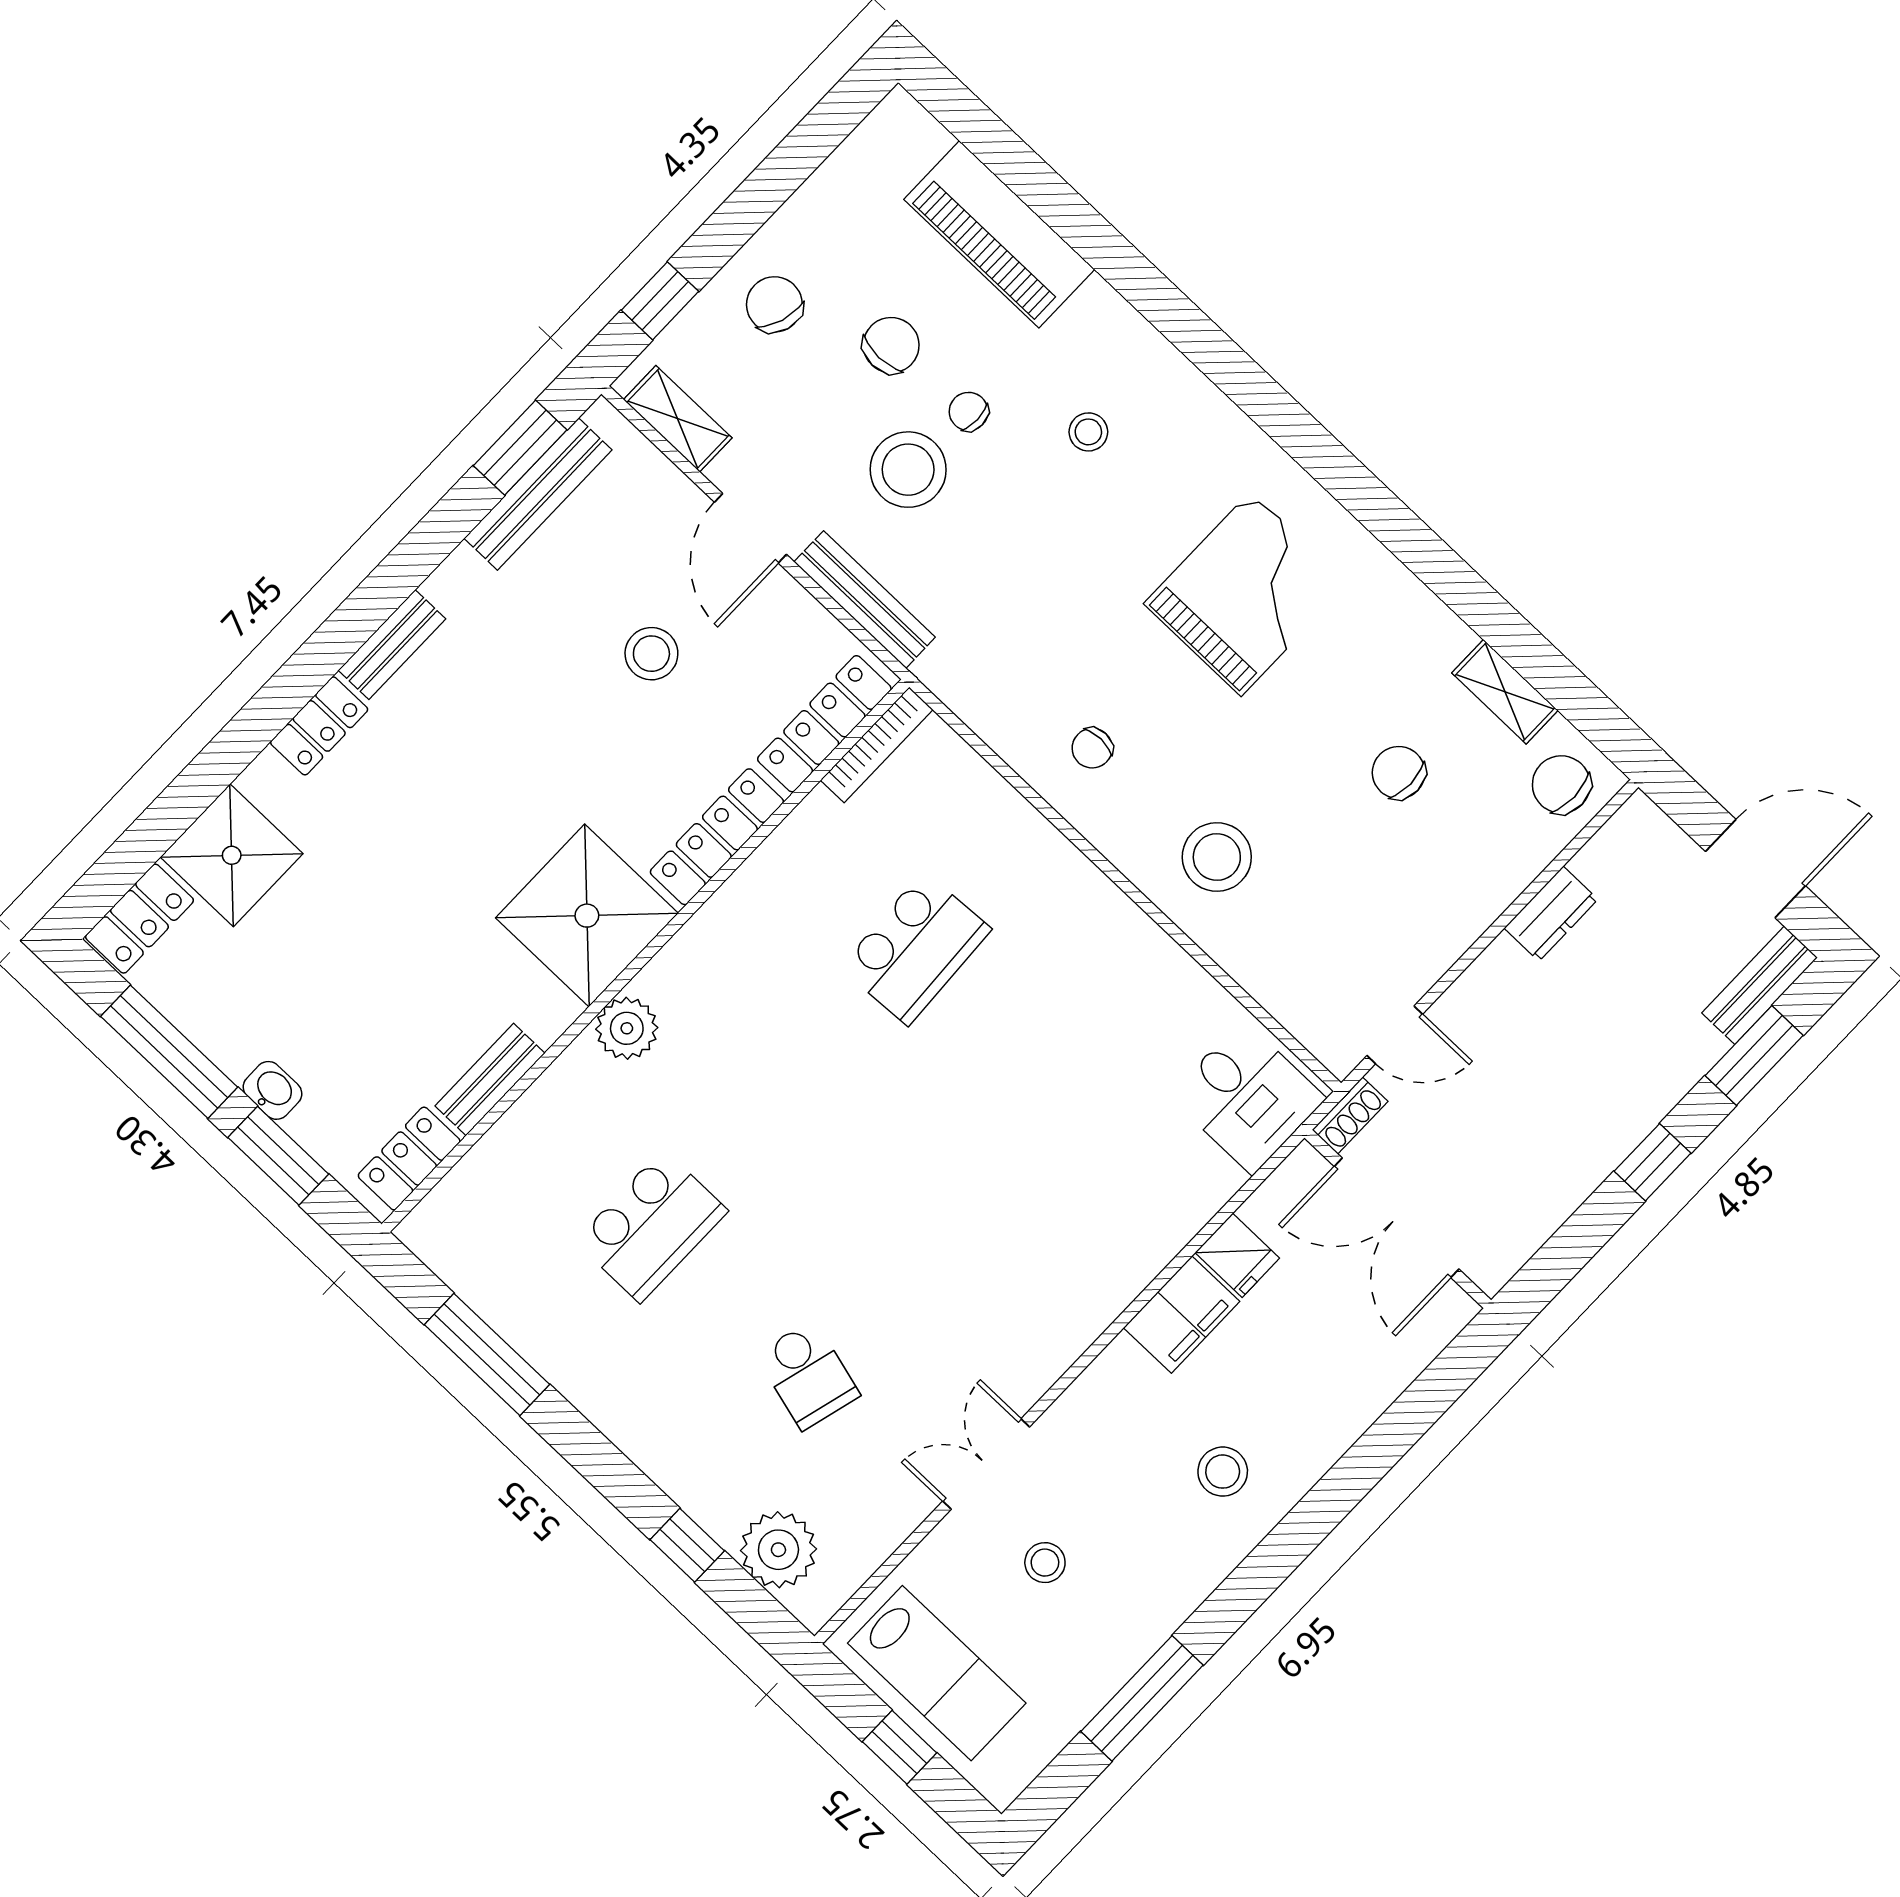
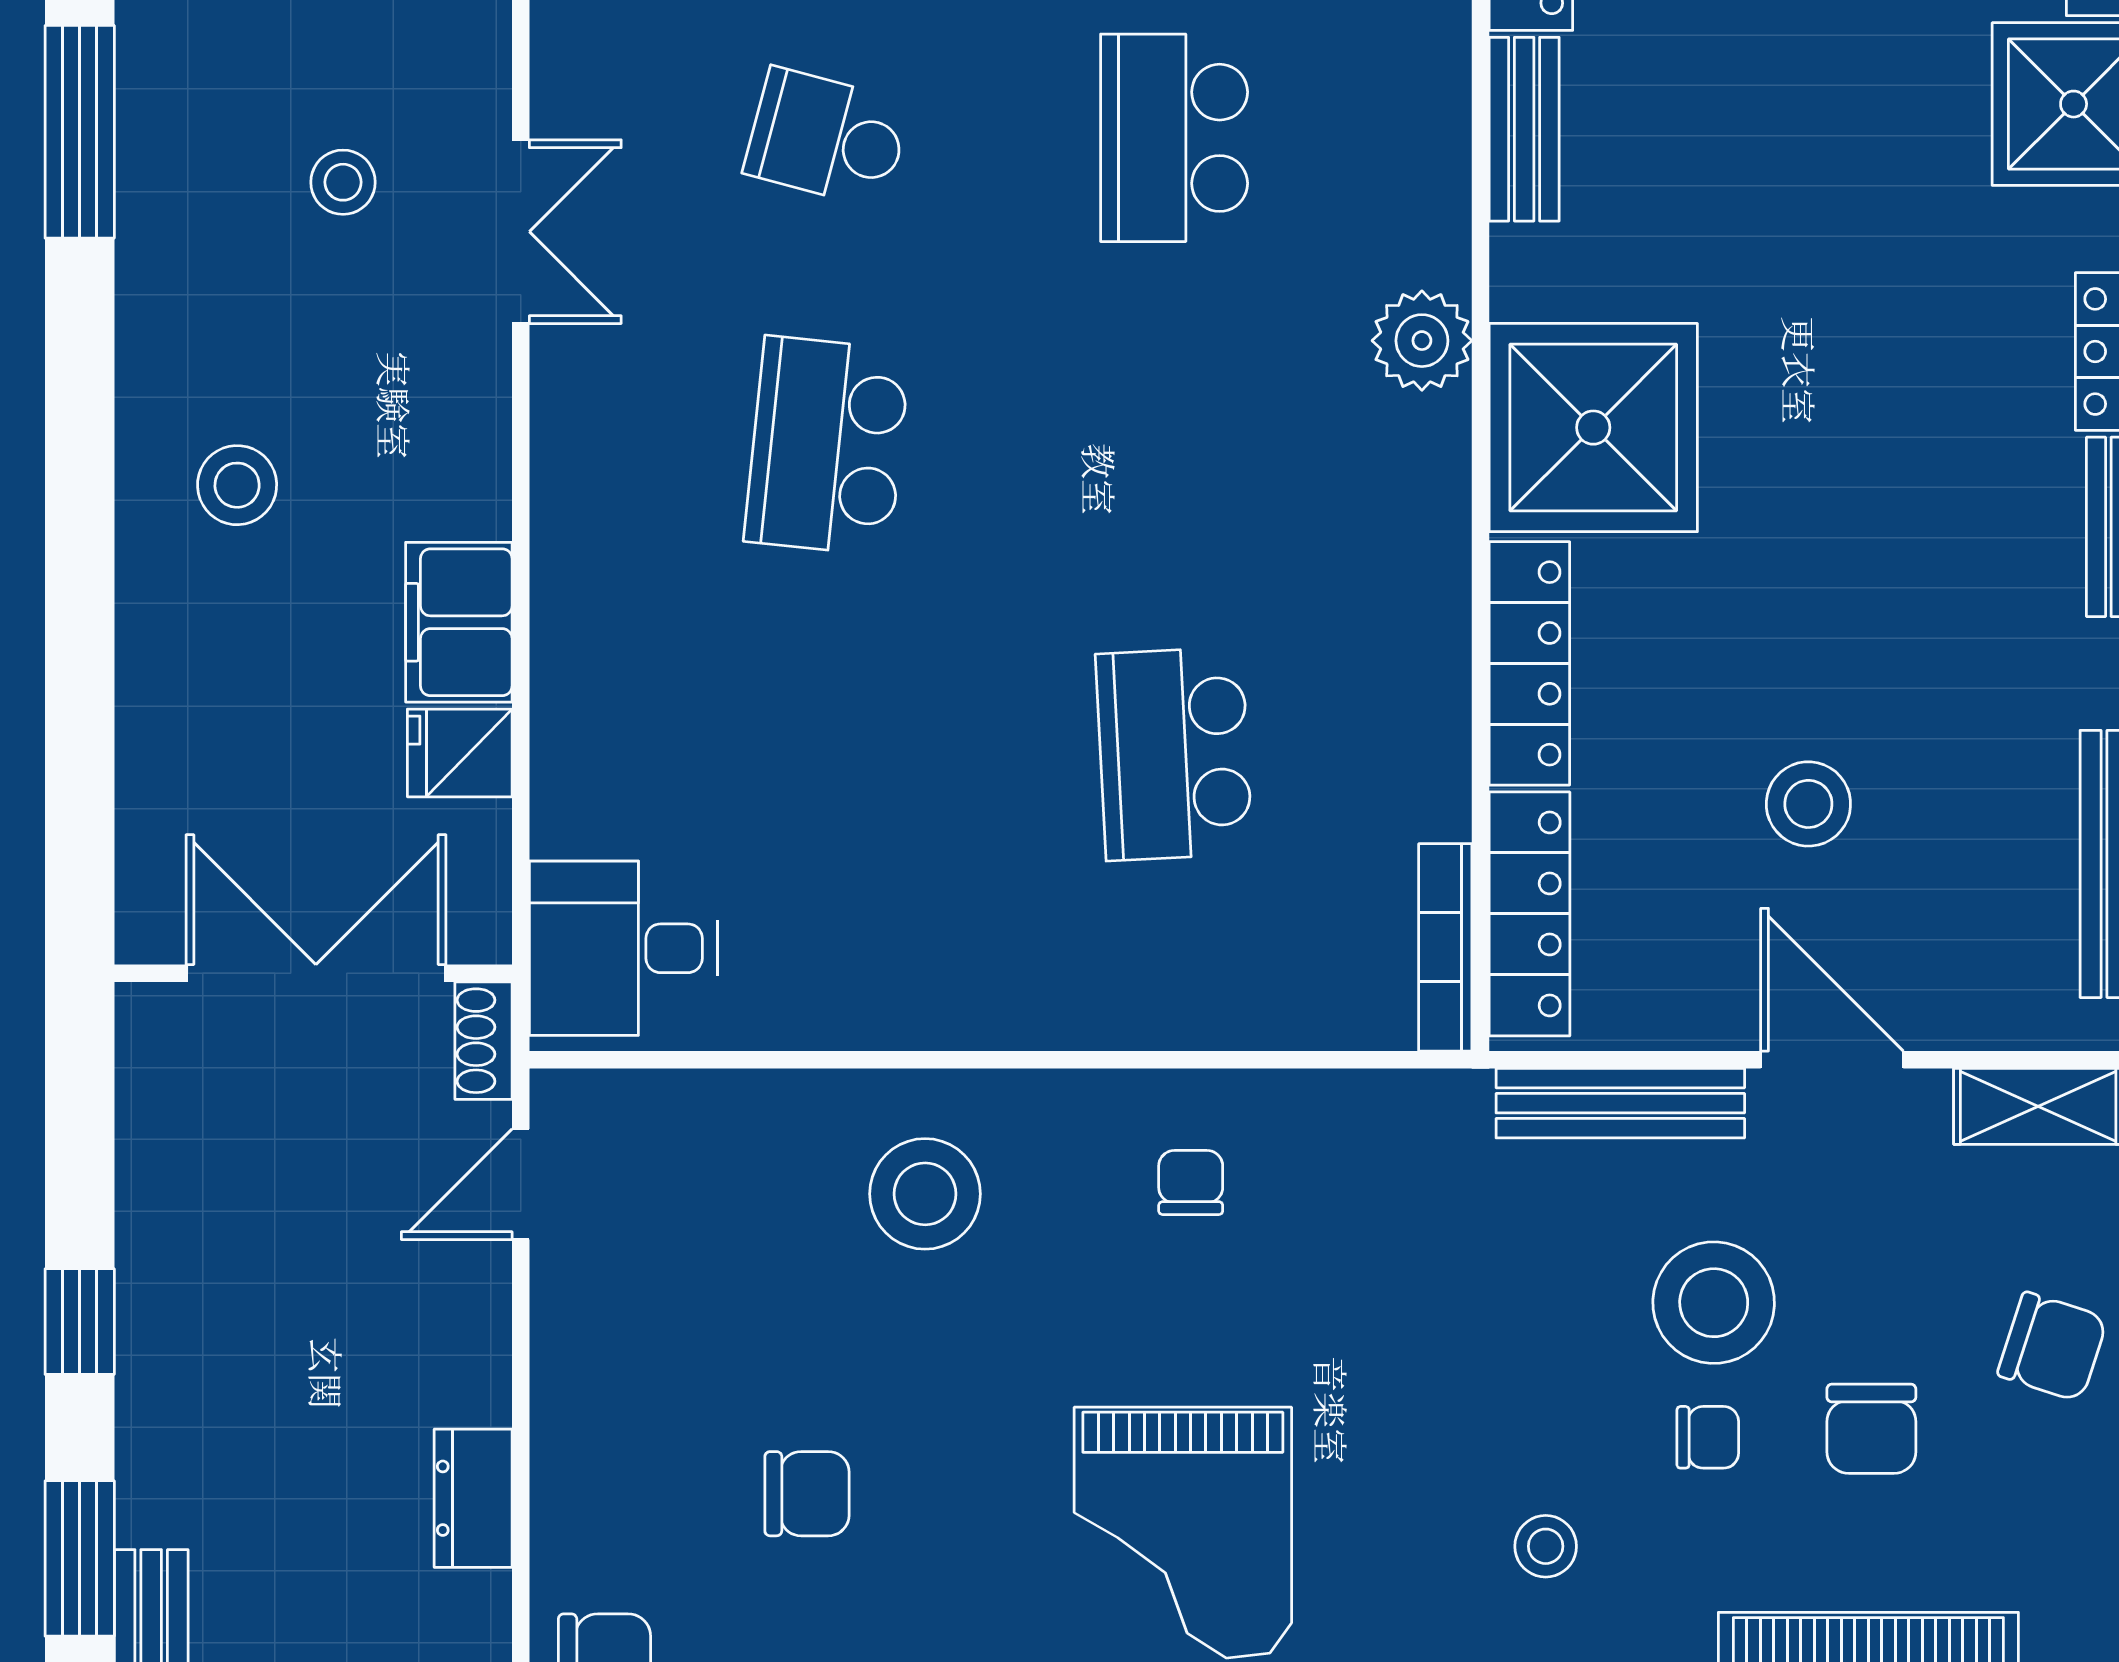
school desk: (940, 1236) -> (827, 446), added

